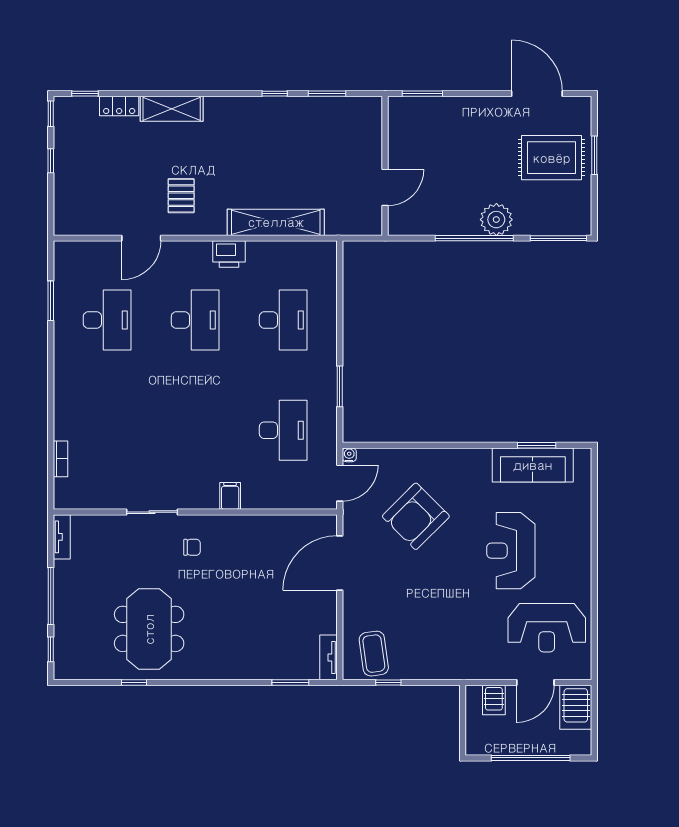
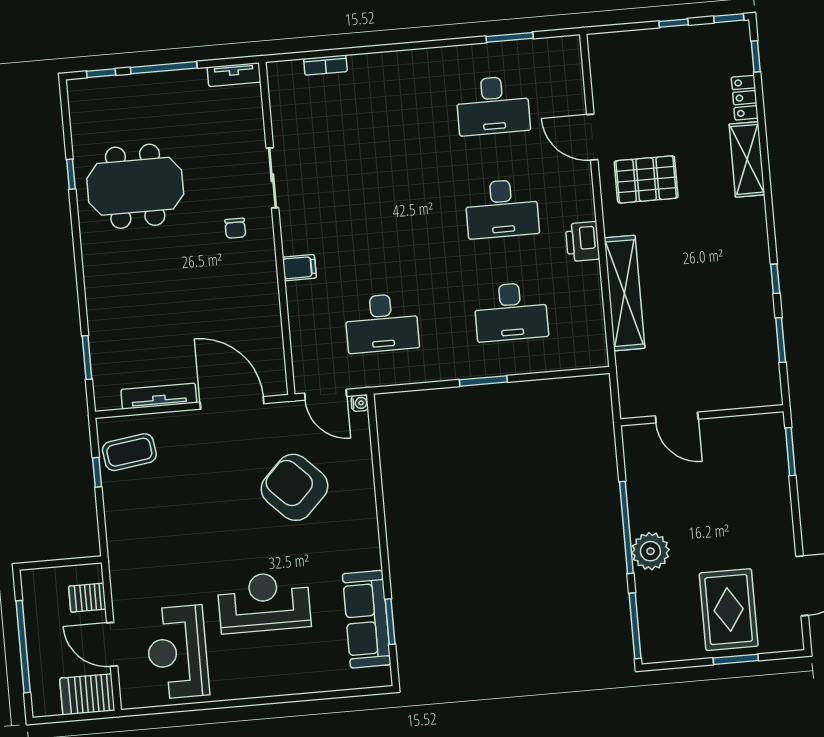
pallet: (181, 196) -> (646, 179), width x1.50, depth x1.42
window: (340, 386) -> (483, 381), moved
tv unit: (329, 657) -> (159, 396), moved, width x1.41

